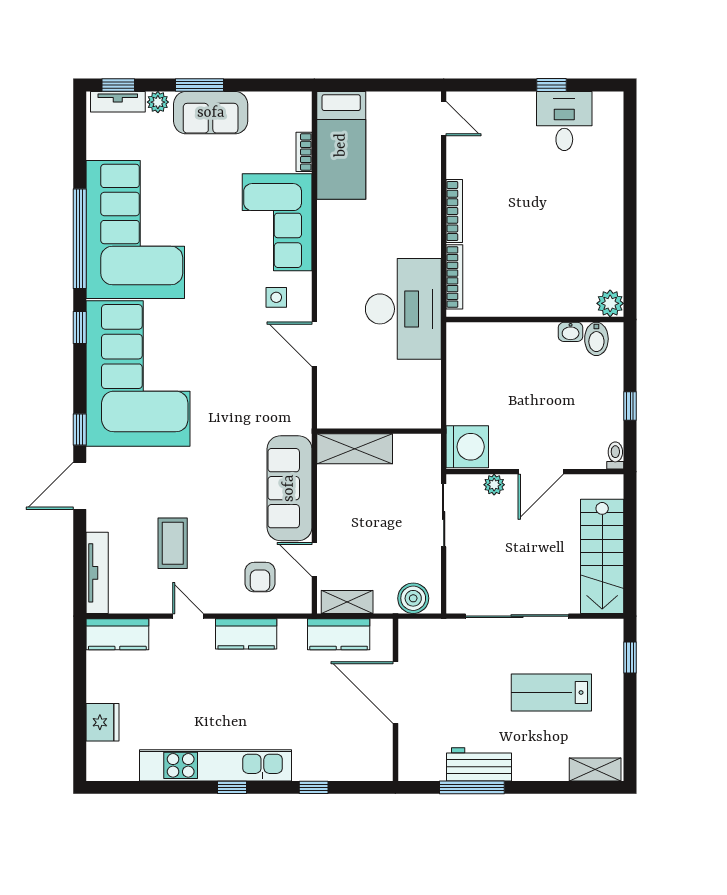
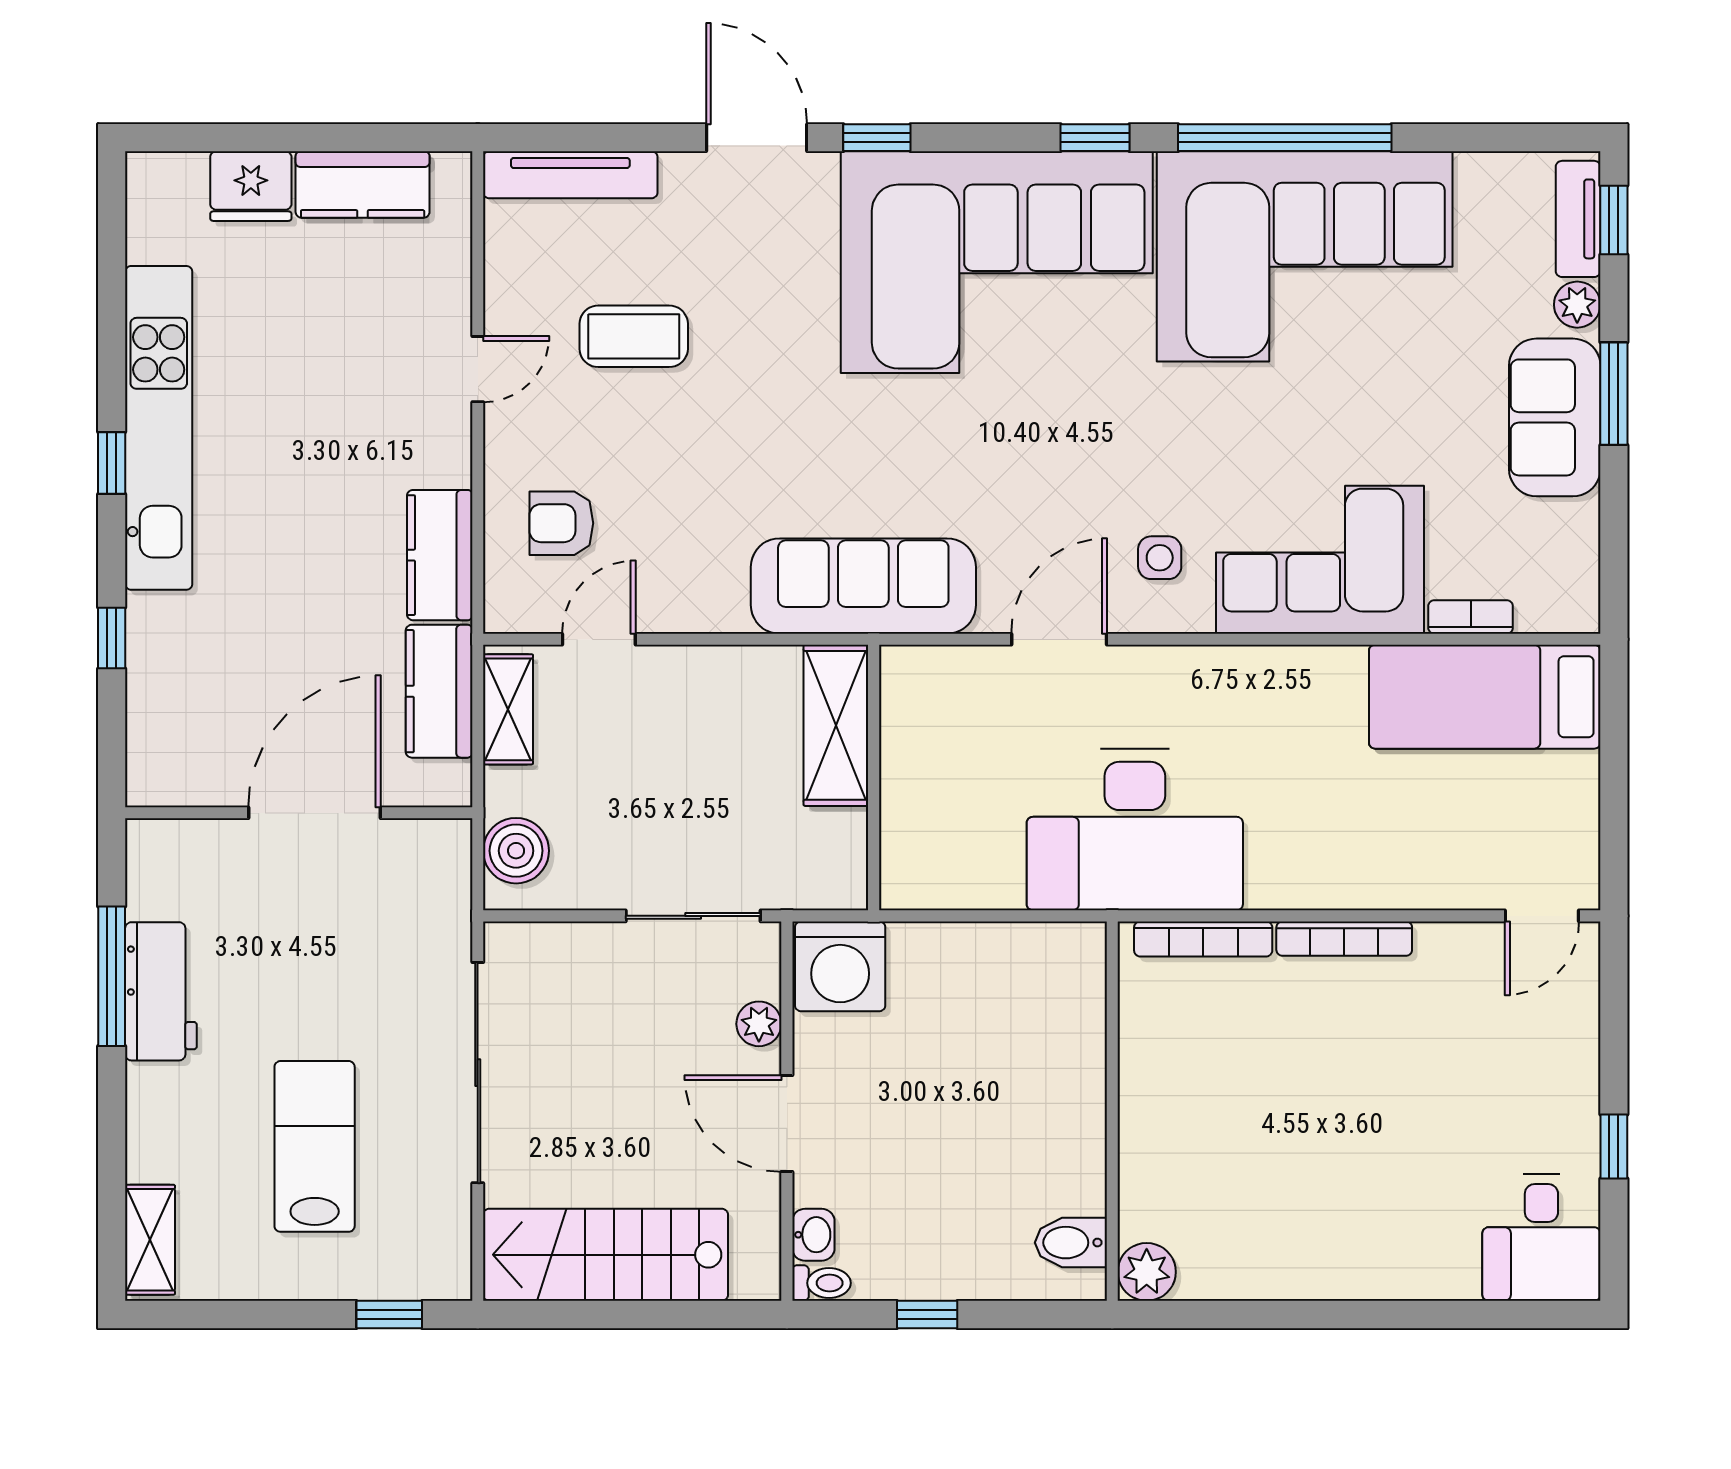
desk: (564, 121) -> (1541, 1237), moved, turned 90
washbasin: (571, 332) -> (813, 1235), moved, turned 180
sofa: (289, 488) -> (863, 586), moved
kitchen counter: (117, 634) -> (363, 185), moved, turned -90
kitchen counter: (246, 634) -> (440, 555), moved

